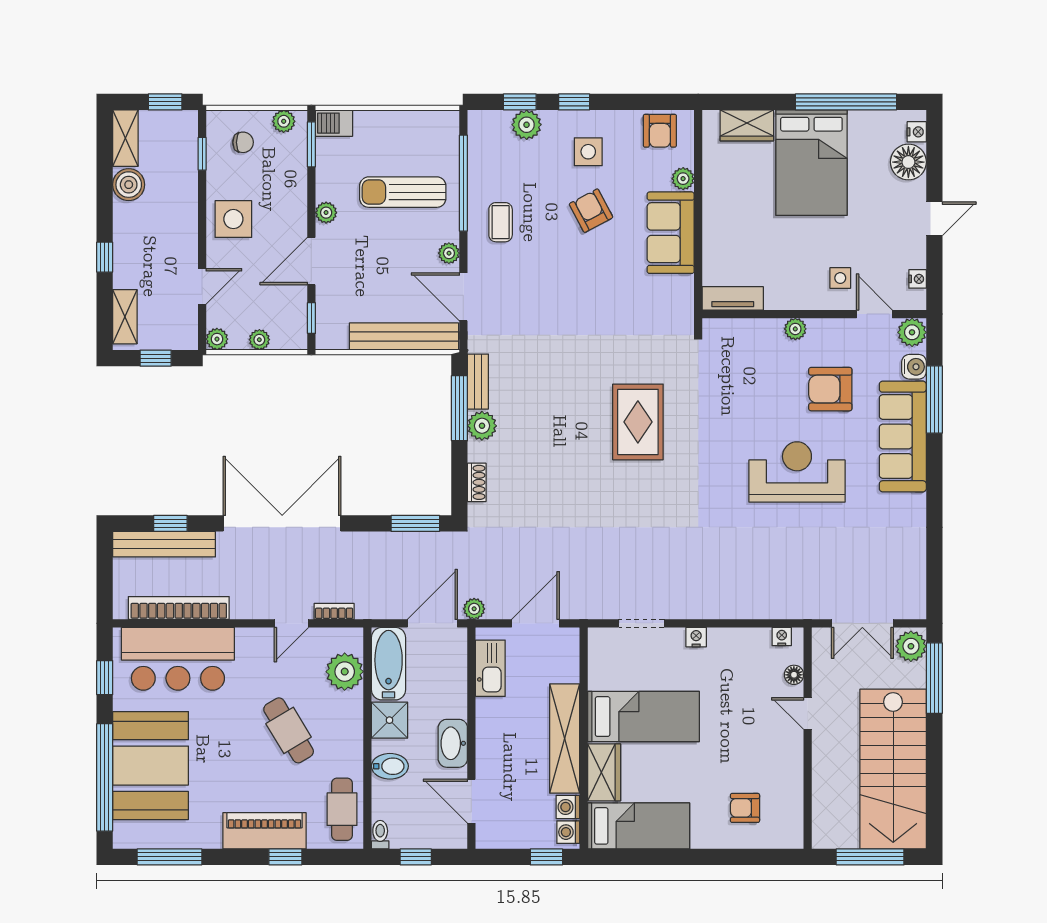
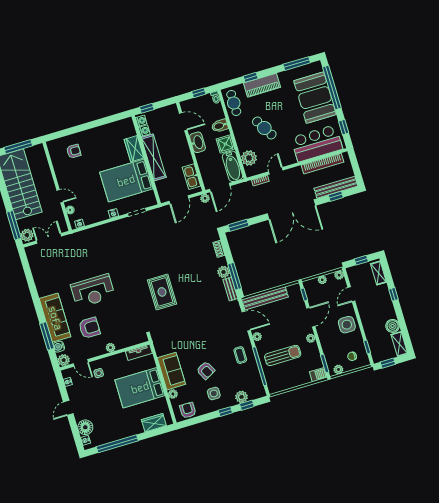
bed: (811, 163) -> (140, 388), moved, turned -90
bed: (643, 717) -> (126, 181), width x1.50
bed: (639, 826) -> (114, 131), removed

